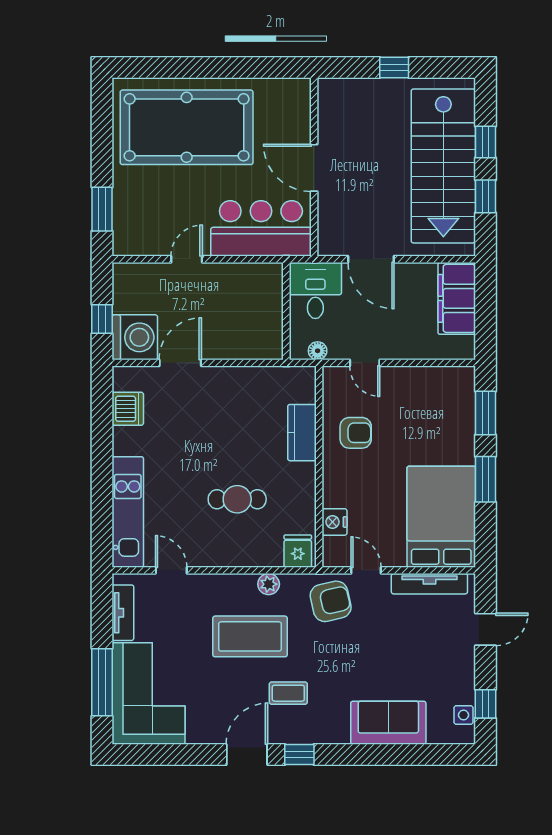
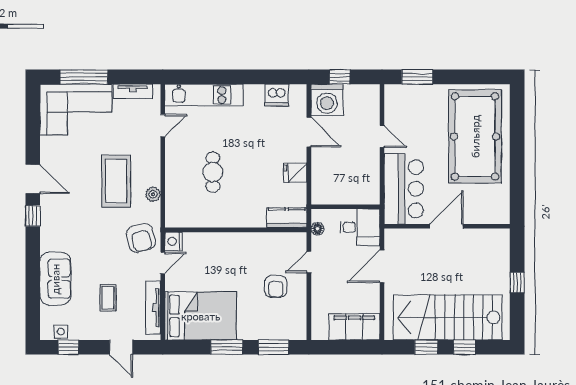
kitchen counter: (302, 433) -> (287, 218), moved
armchair: (356, 433) -> (276, 287), moved
nightstand: (334, 522) -> (173, 241), moved, turned -90
fridge: (298, 551) -> (295, 173), moved, turned 180
coffee table: (288, 693) -> (108, 298), moved

